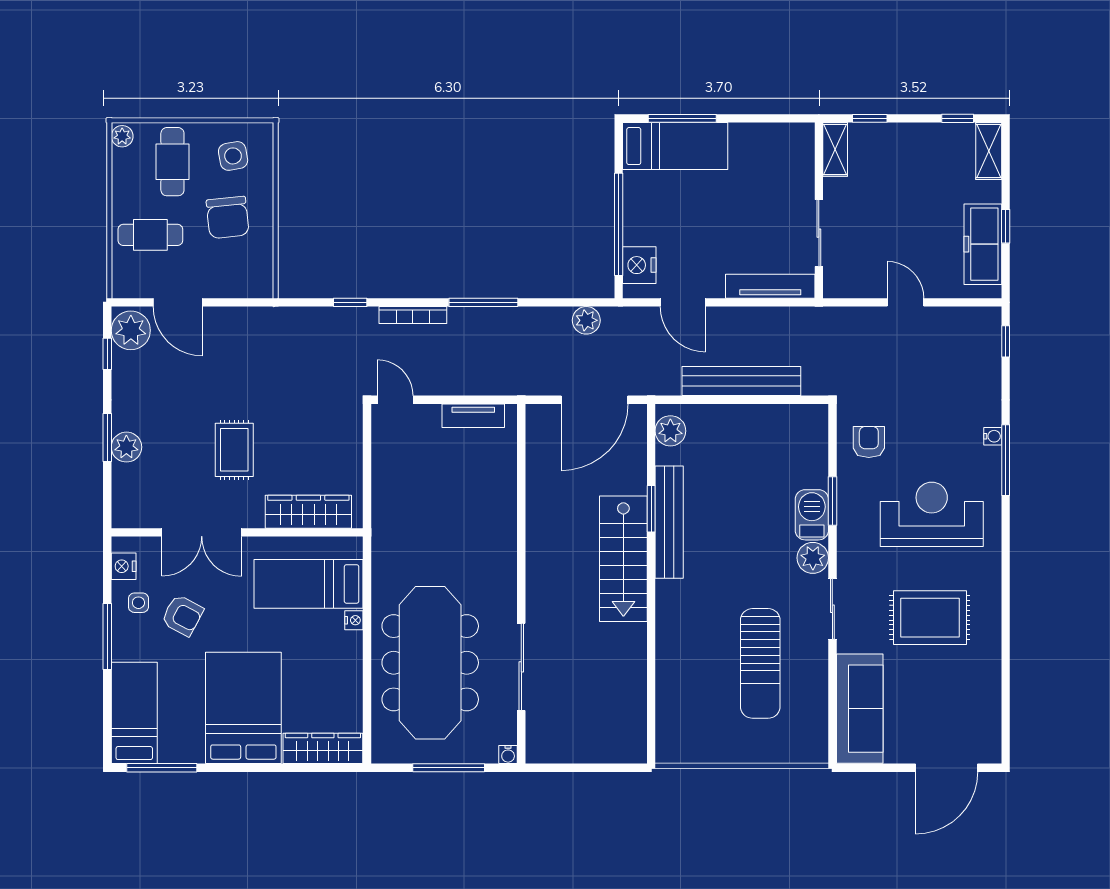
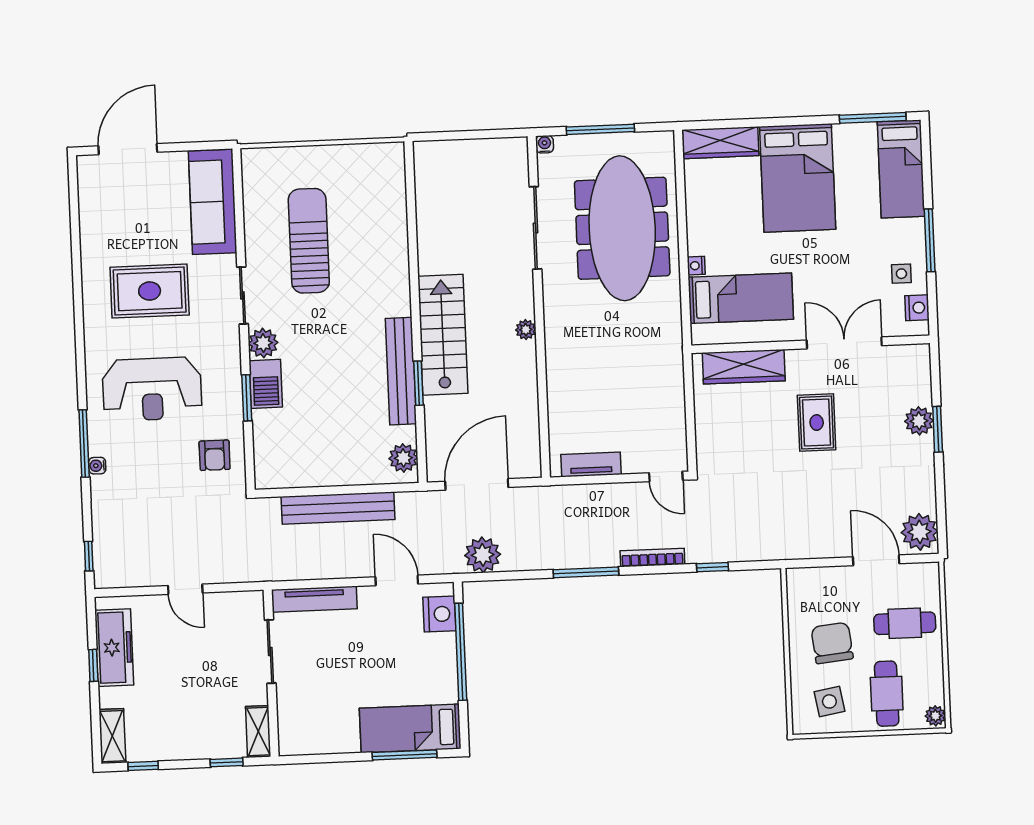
plant: (586, 320) -> (483, 555), width x1.36, depth x1.36
window: (107, 354) -> (941, 509), removed
plant: (536, 560) -> (526, 330), added
armchair: (182, 615) -> (859, 263), removed

